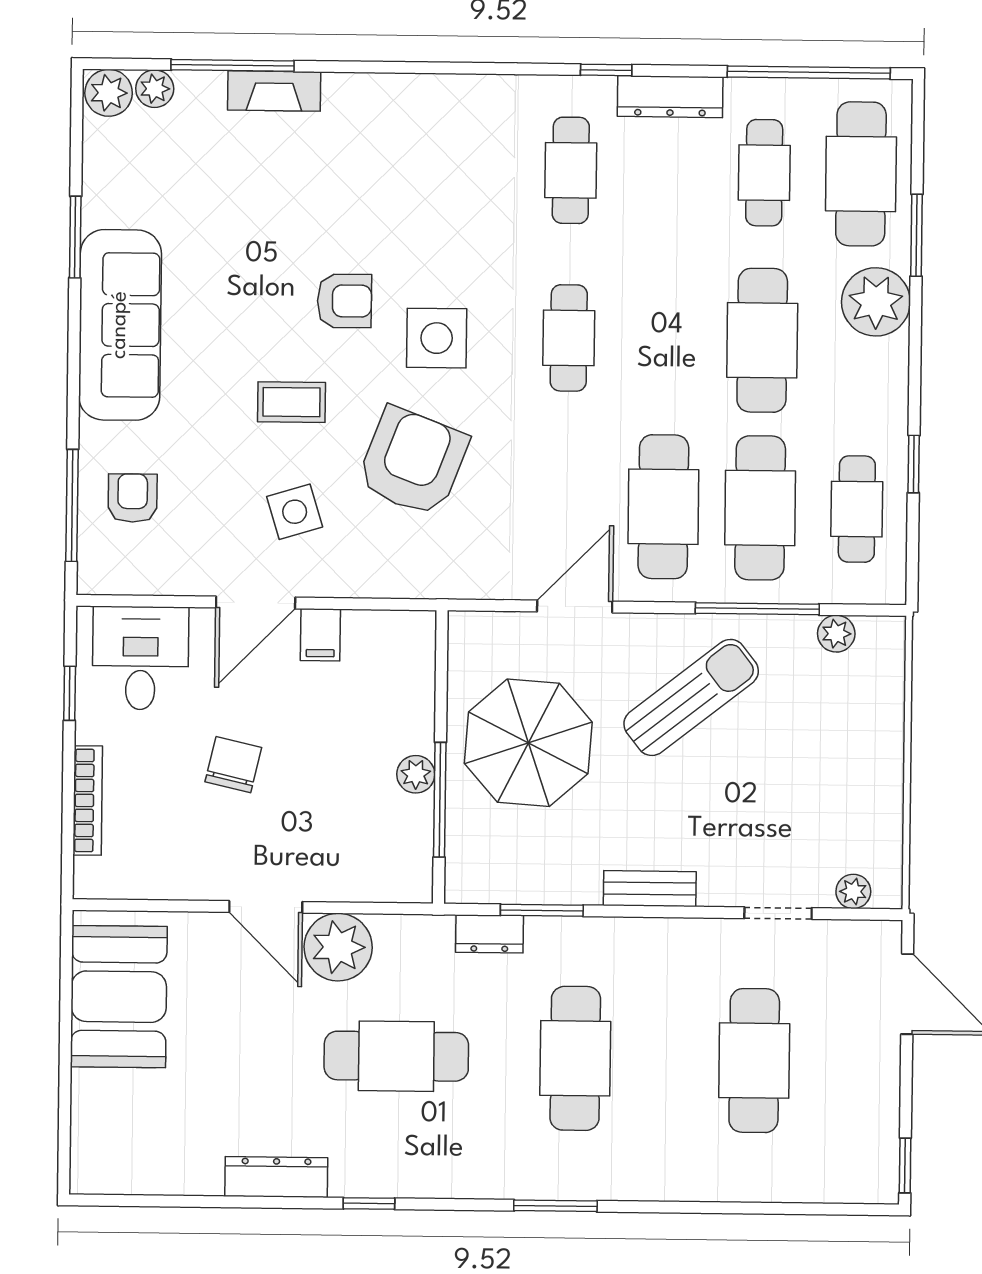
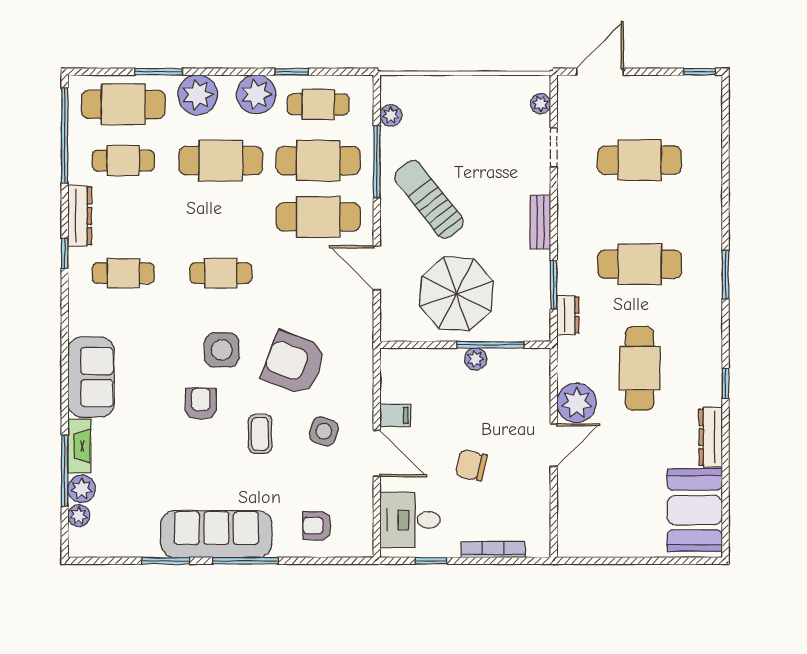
plant: (109, 93) -> (82, 489), moved
sofa: (393, 113) -> (91, 377), added
plant: (875, 403) -> (256, 94), added
window: (72, 505) -> (245, 561), moved
side table: (295, 512) -> (324, 431), turned 34
booth: (119, 997) -> (695, 510), moved, turned 90

